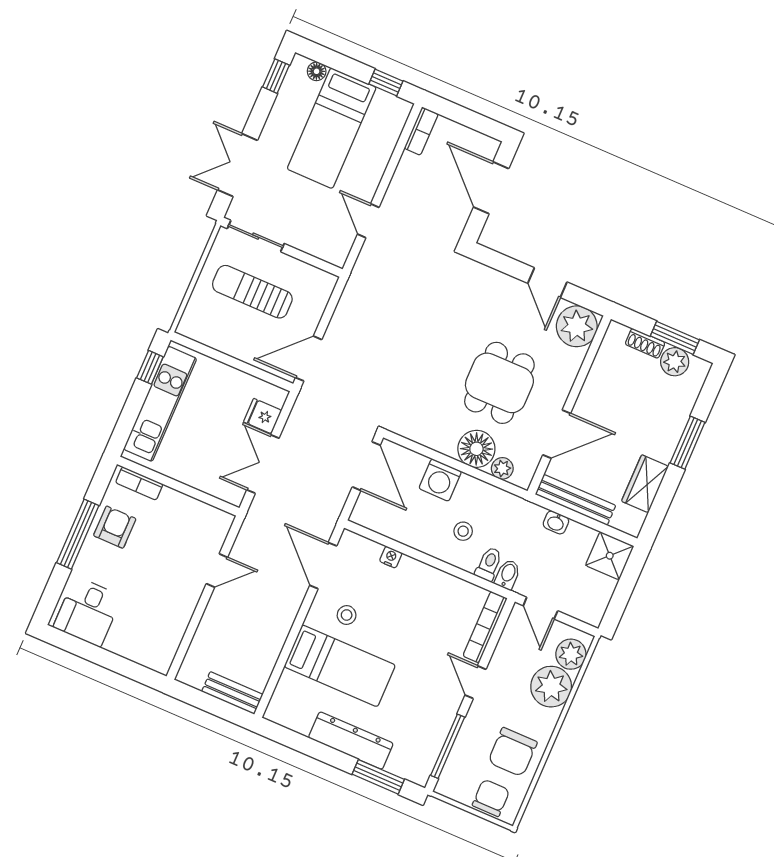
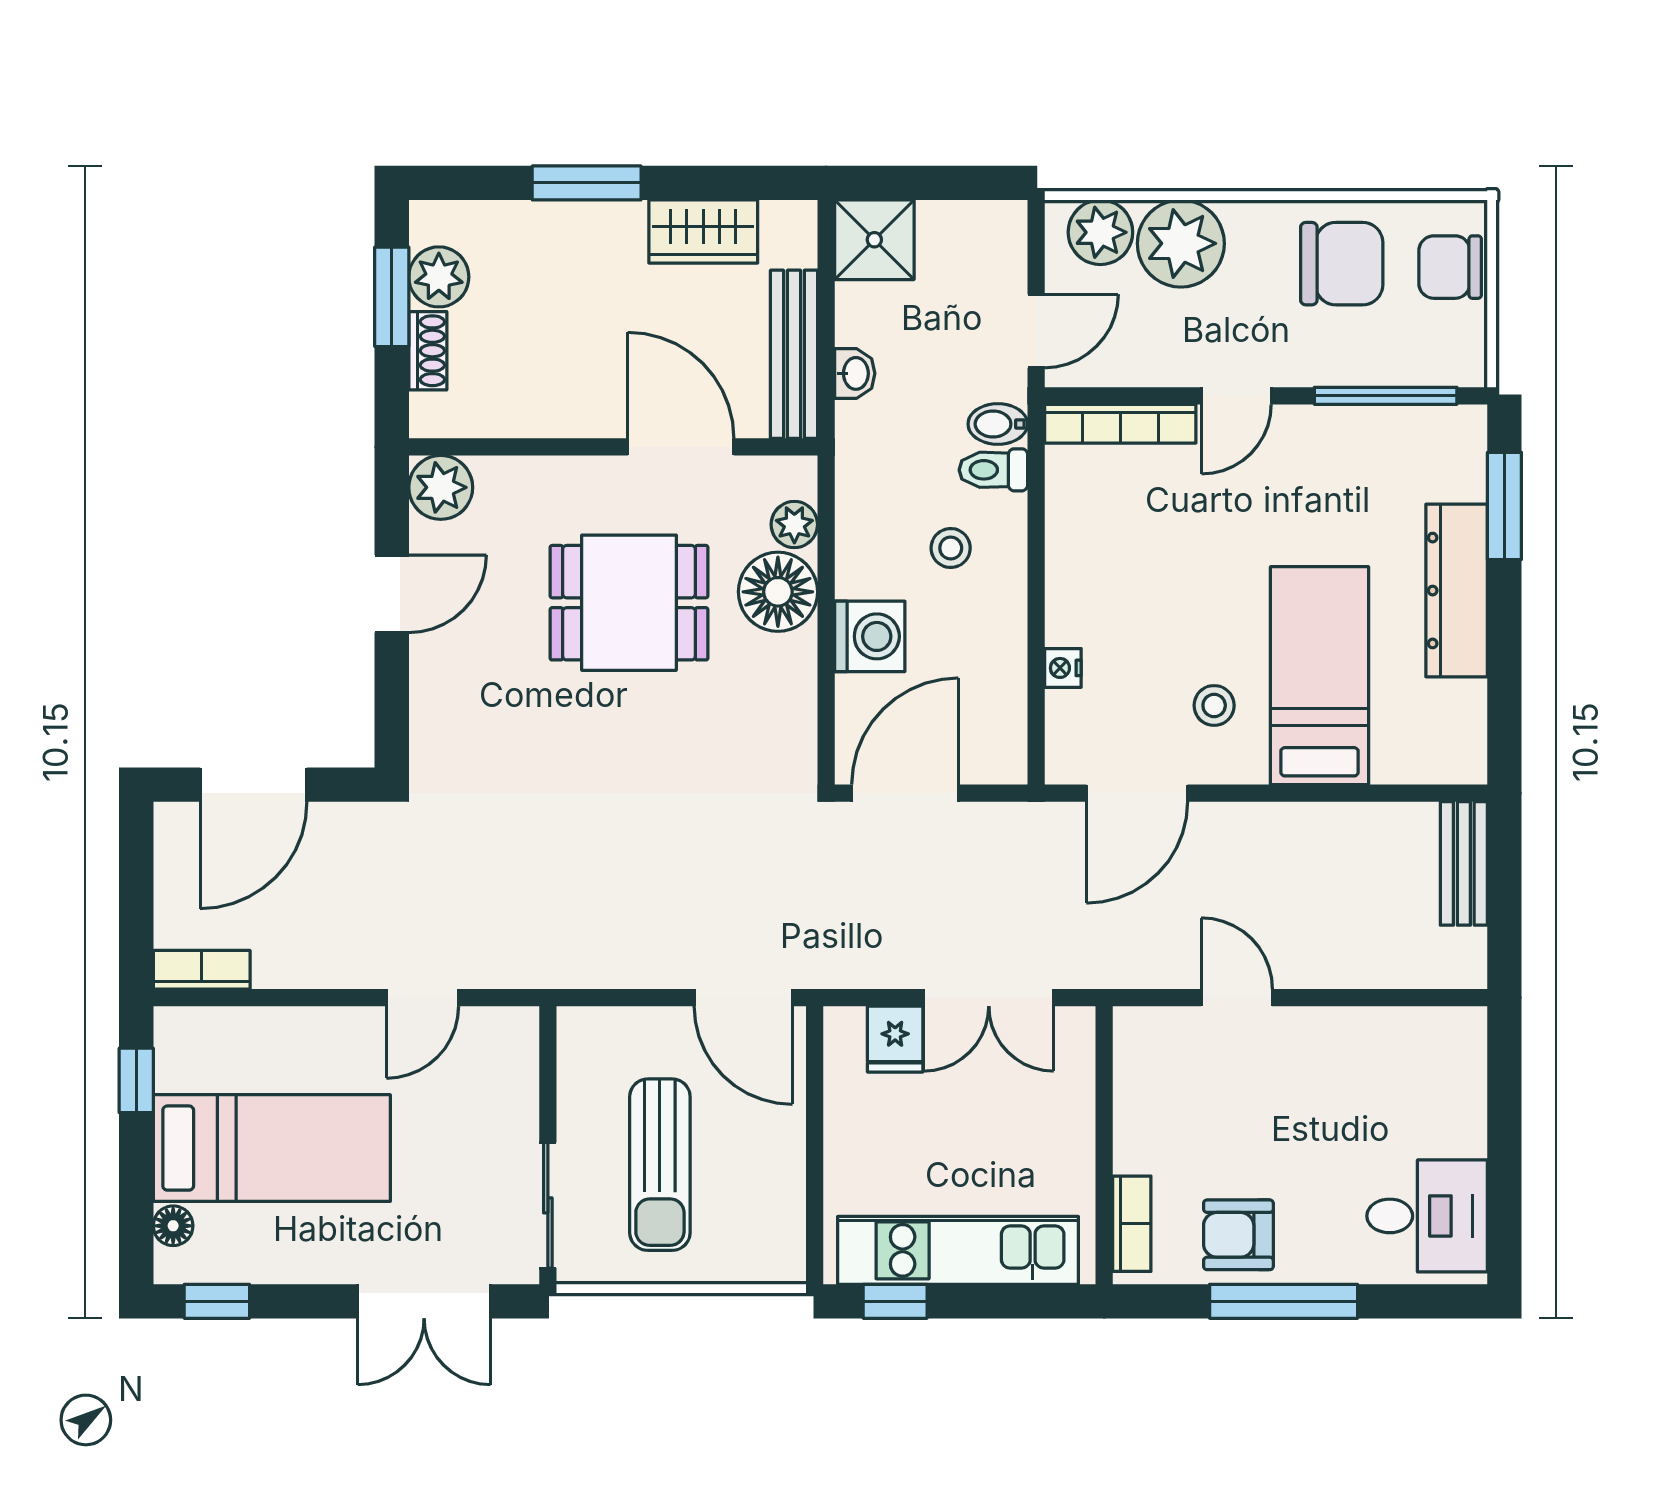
plant: (577, 326) -> (441, 487), width x0.73, depth x0.73

